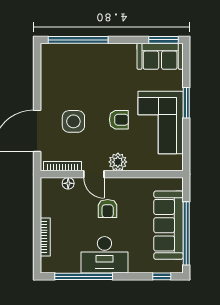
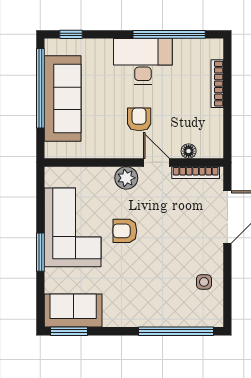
side table: (73, 121) -> (204, 282), moved, width x0.54, depth x0.54

